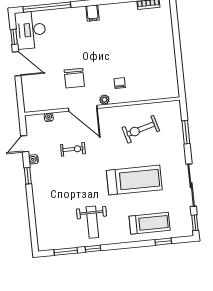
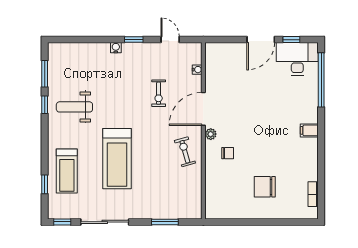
chair: (74, 78) -> (265, 187), moved
exercise bike: (141, 129) -> (185, 152), moved, width x0.73, depth x0.72
water cooler: (33, 159) -> (116, 48), moved

